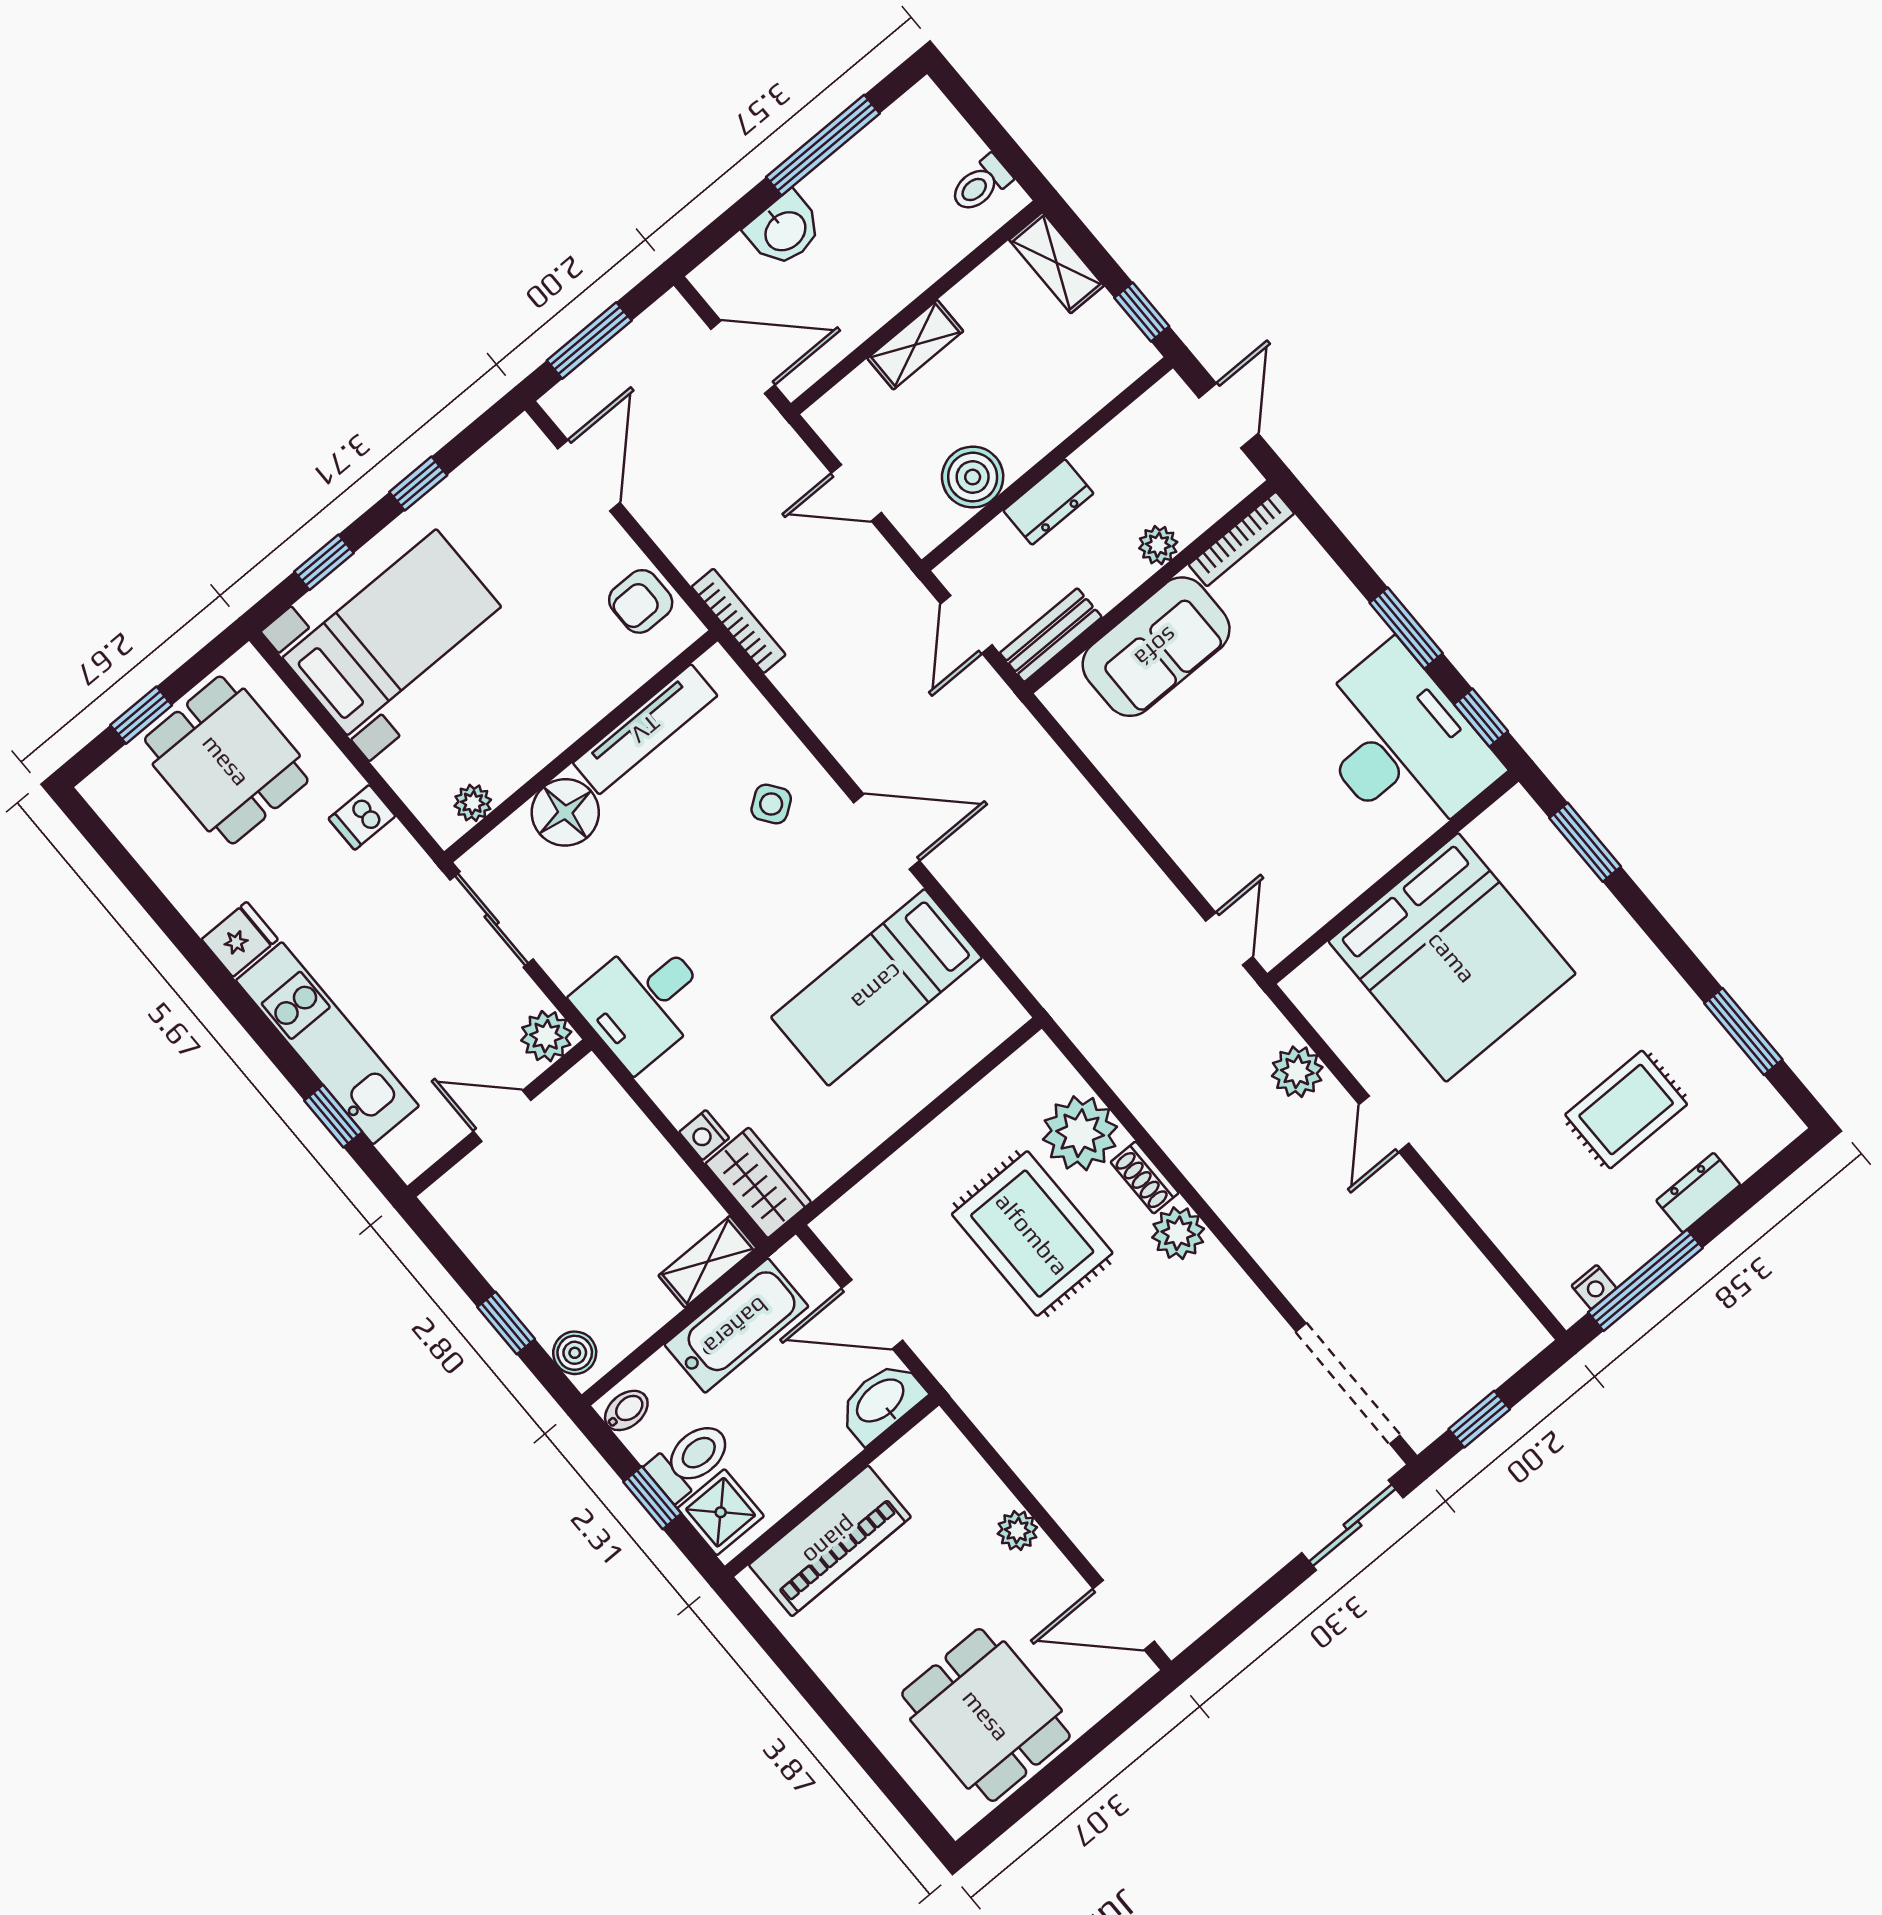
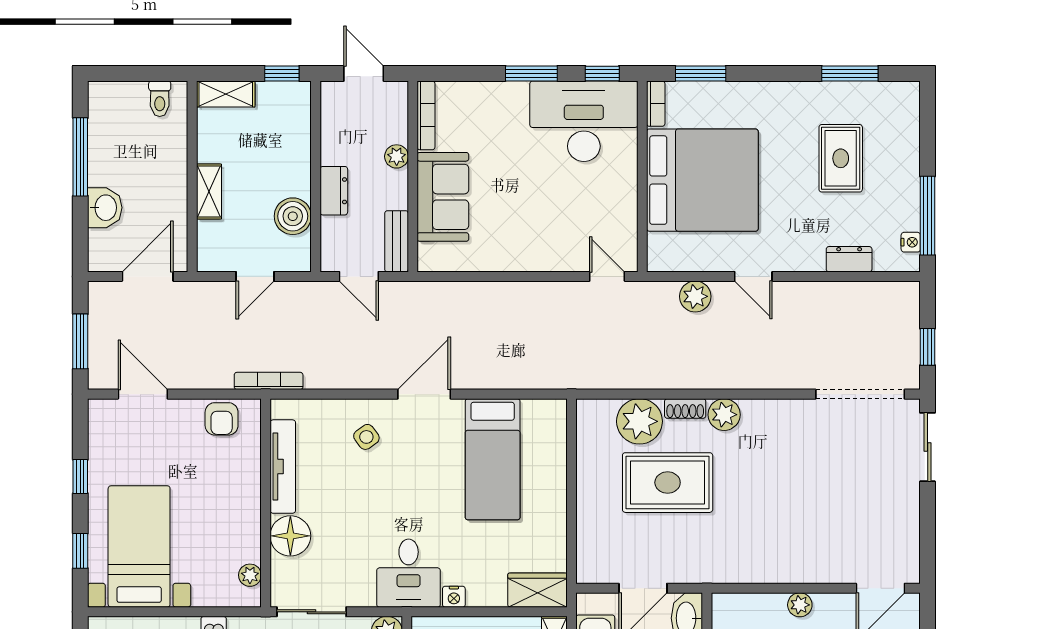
bookcase: (1499, 817) -> (656, 104), added
nightstand: (704, 1135) -> (454, 597), moved
dresser: (1698, 1193) -> (849, 259), moved, turned 90

